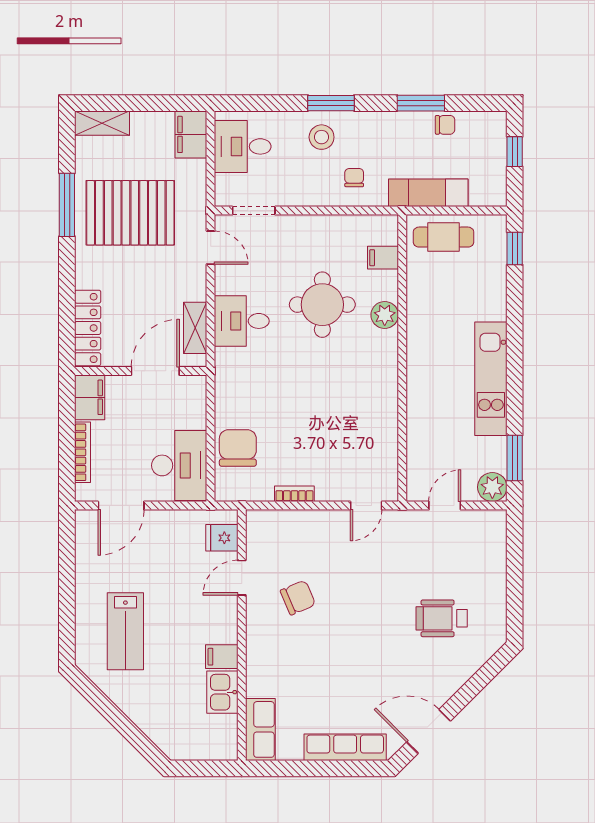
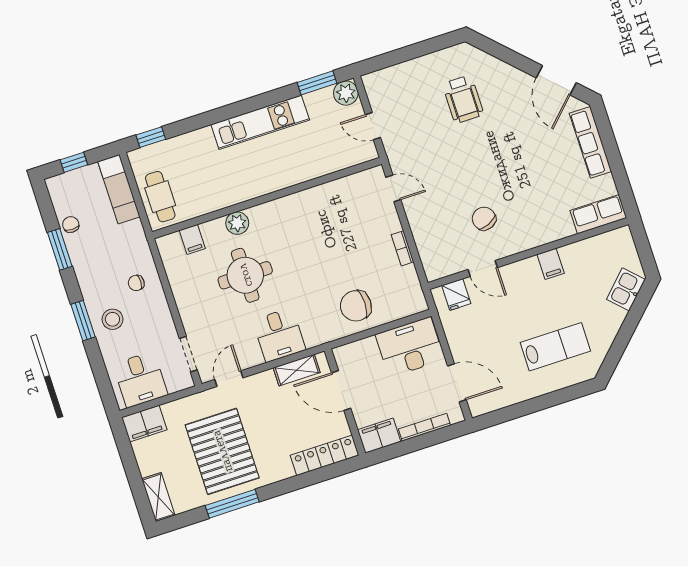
exam couch: (428, 193) -> (119, 189), moved
chair: (238, 448) -> (356, 306), moved
kitchen sink: (222, 692) -> (626, 289), moved, turned 135

